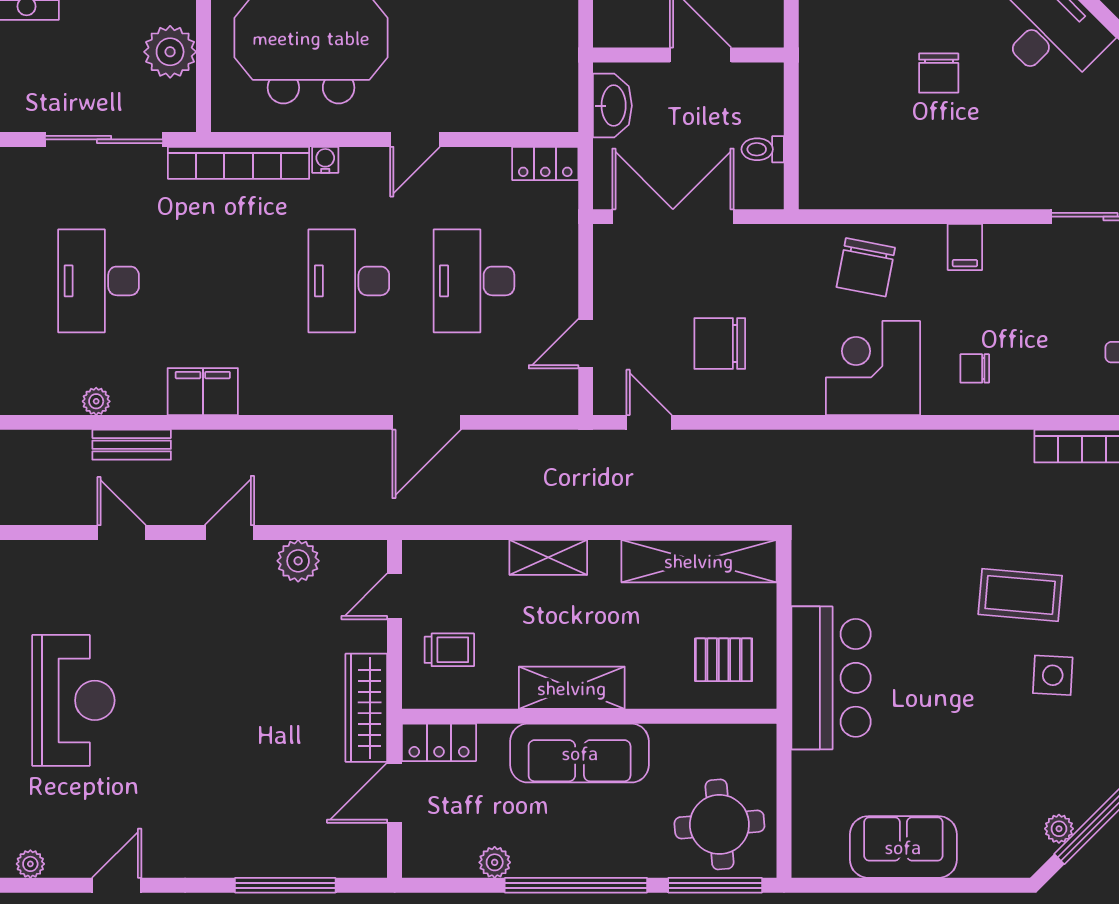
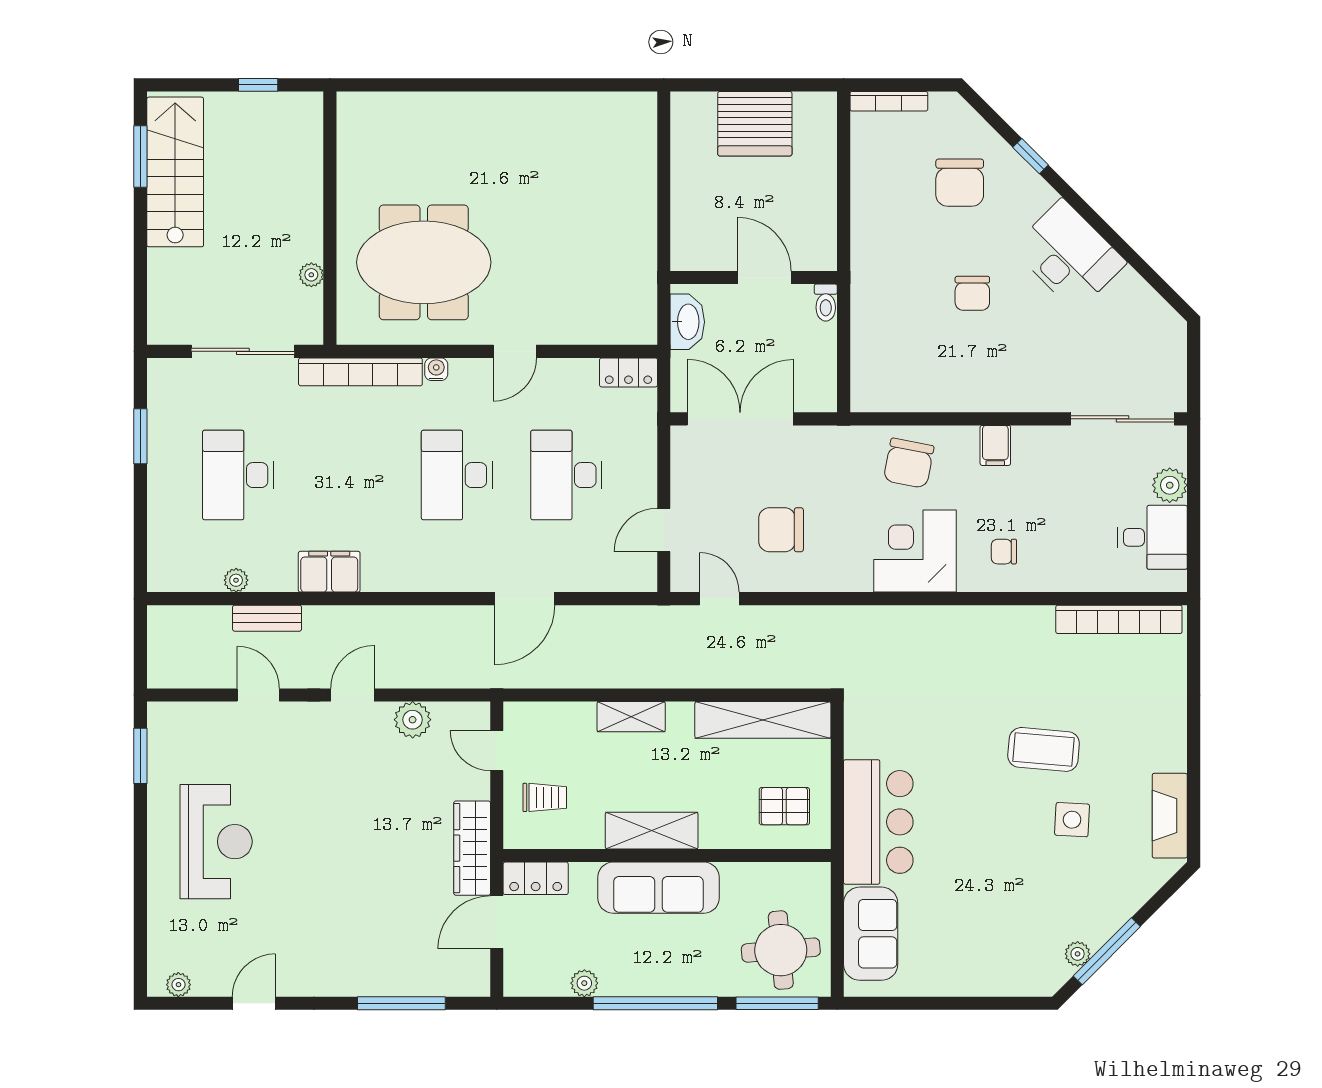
plant: (170, 52) -> (311, 275), width x0.53, depth x0.53
toilet: (763, 149) -> (826, 303), moved, turned -90
door: (395, 596) -> (497, 751), hinge flipped
sofa: (903, 847) -> (871, 934), moved, turned 90

